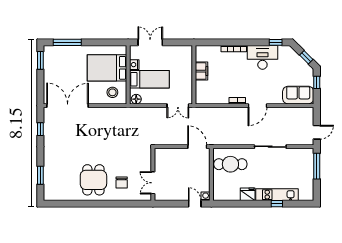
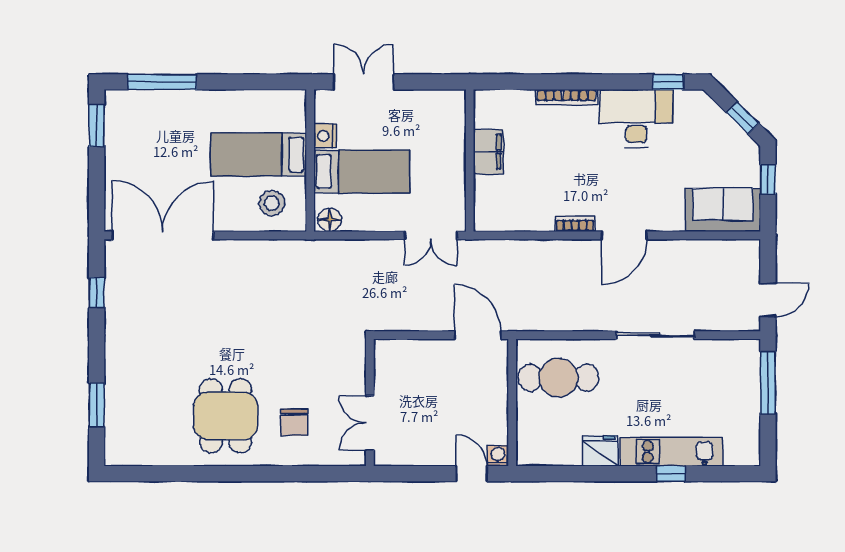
bed: (107, 68) -> (259, 155), width x0.67

